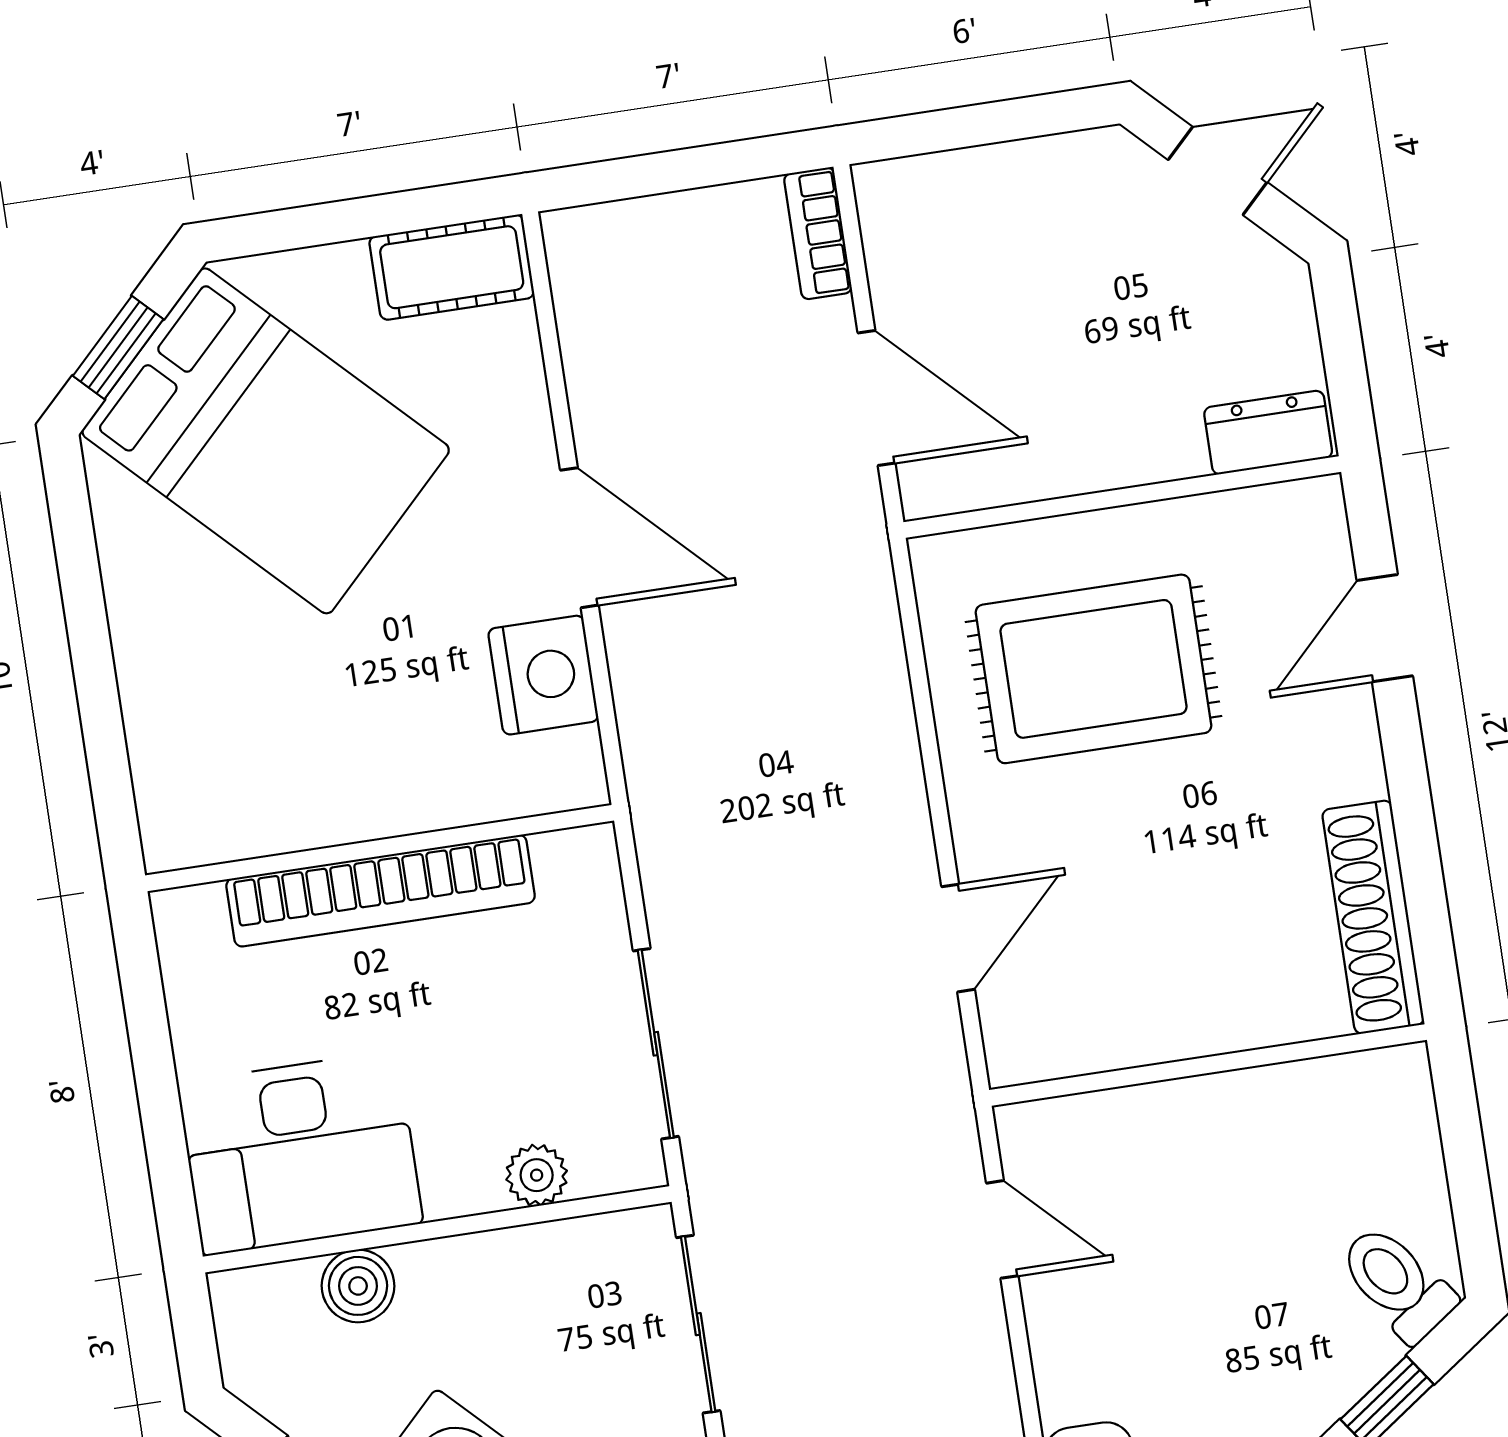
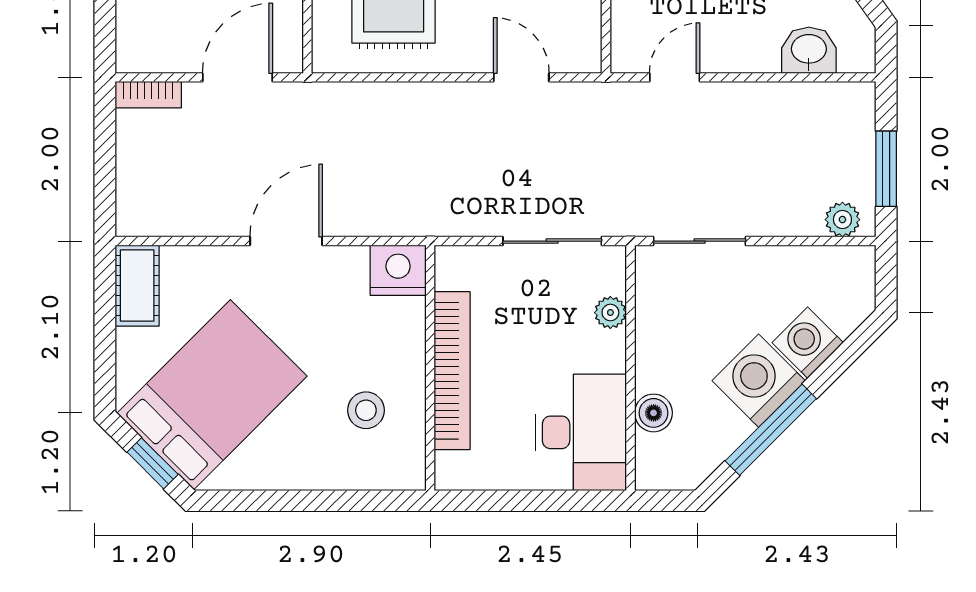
nightstand: (543, 675) -> (398, 270), moved
stool: (280, 738) -> (366, 410), added

